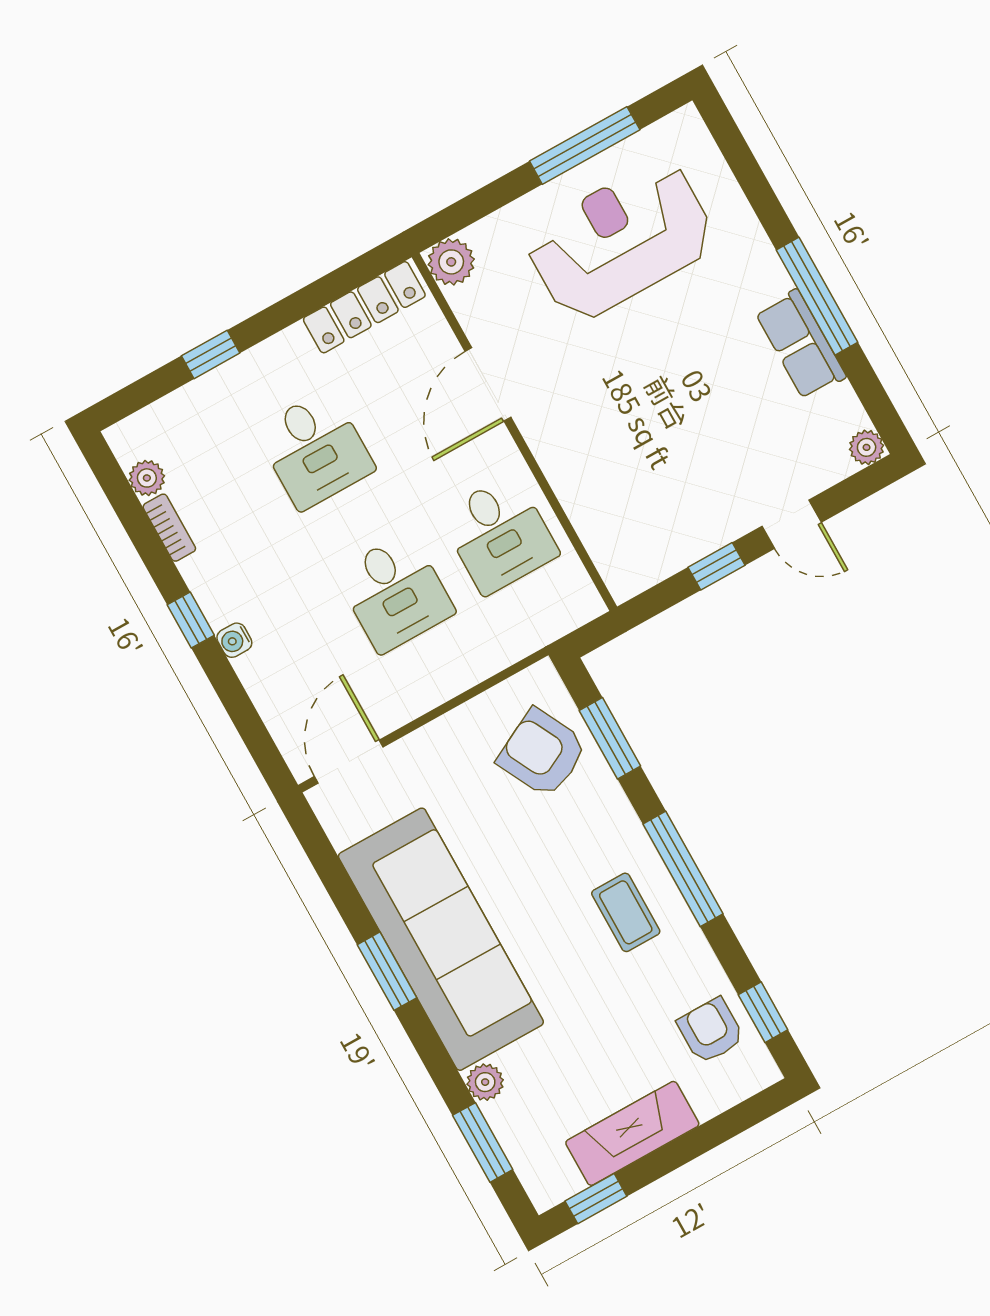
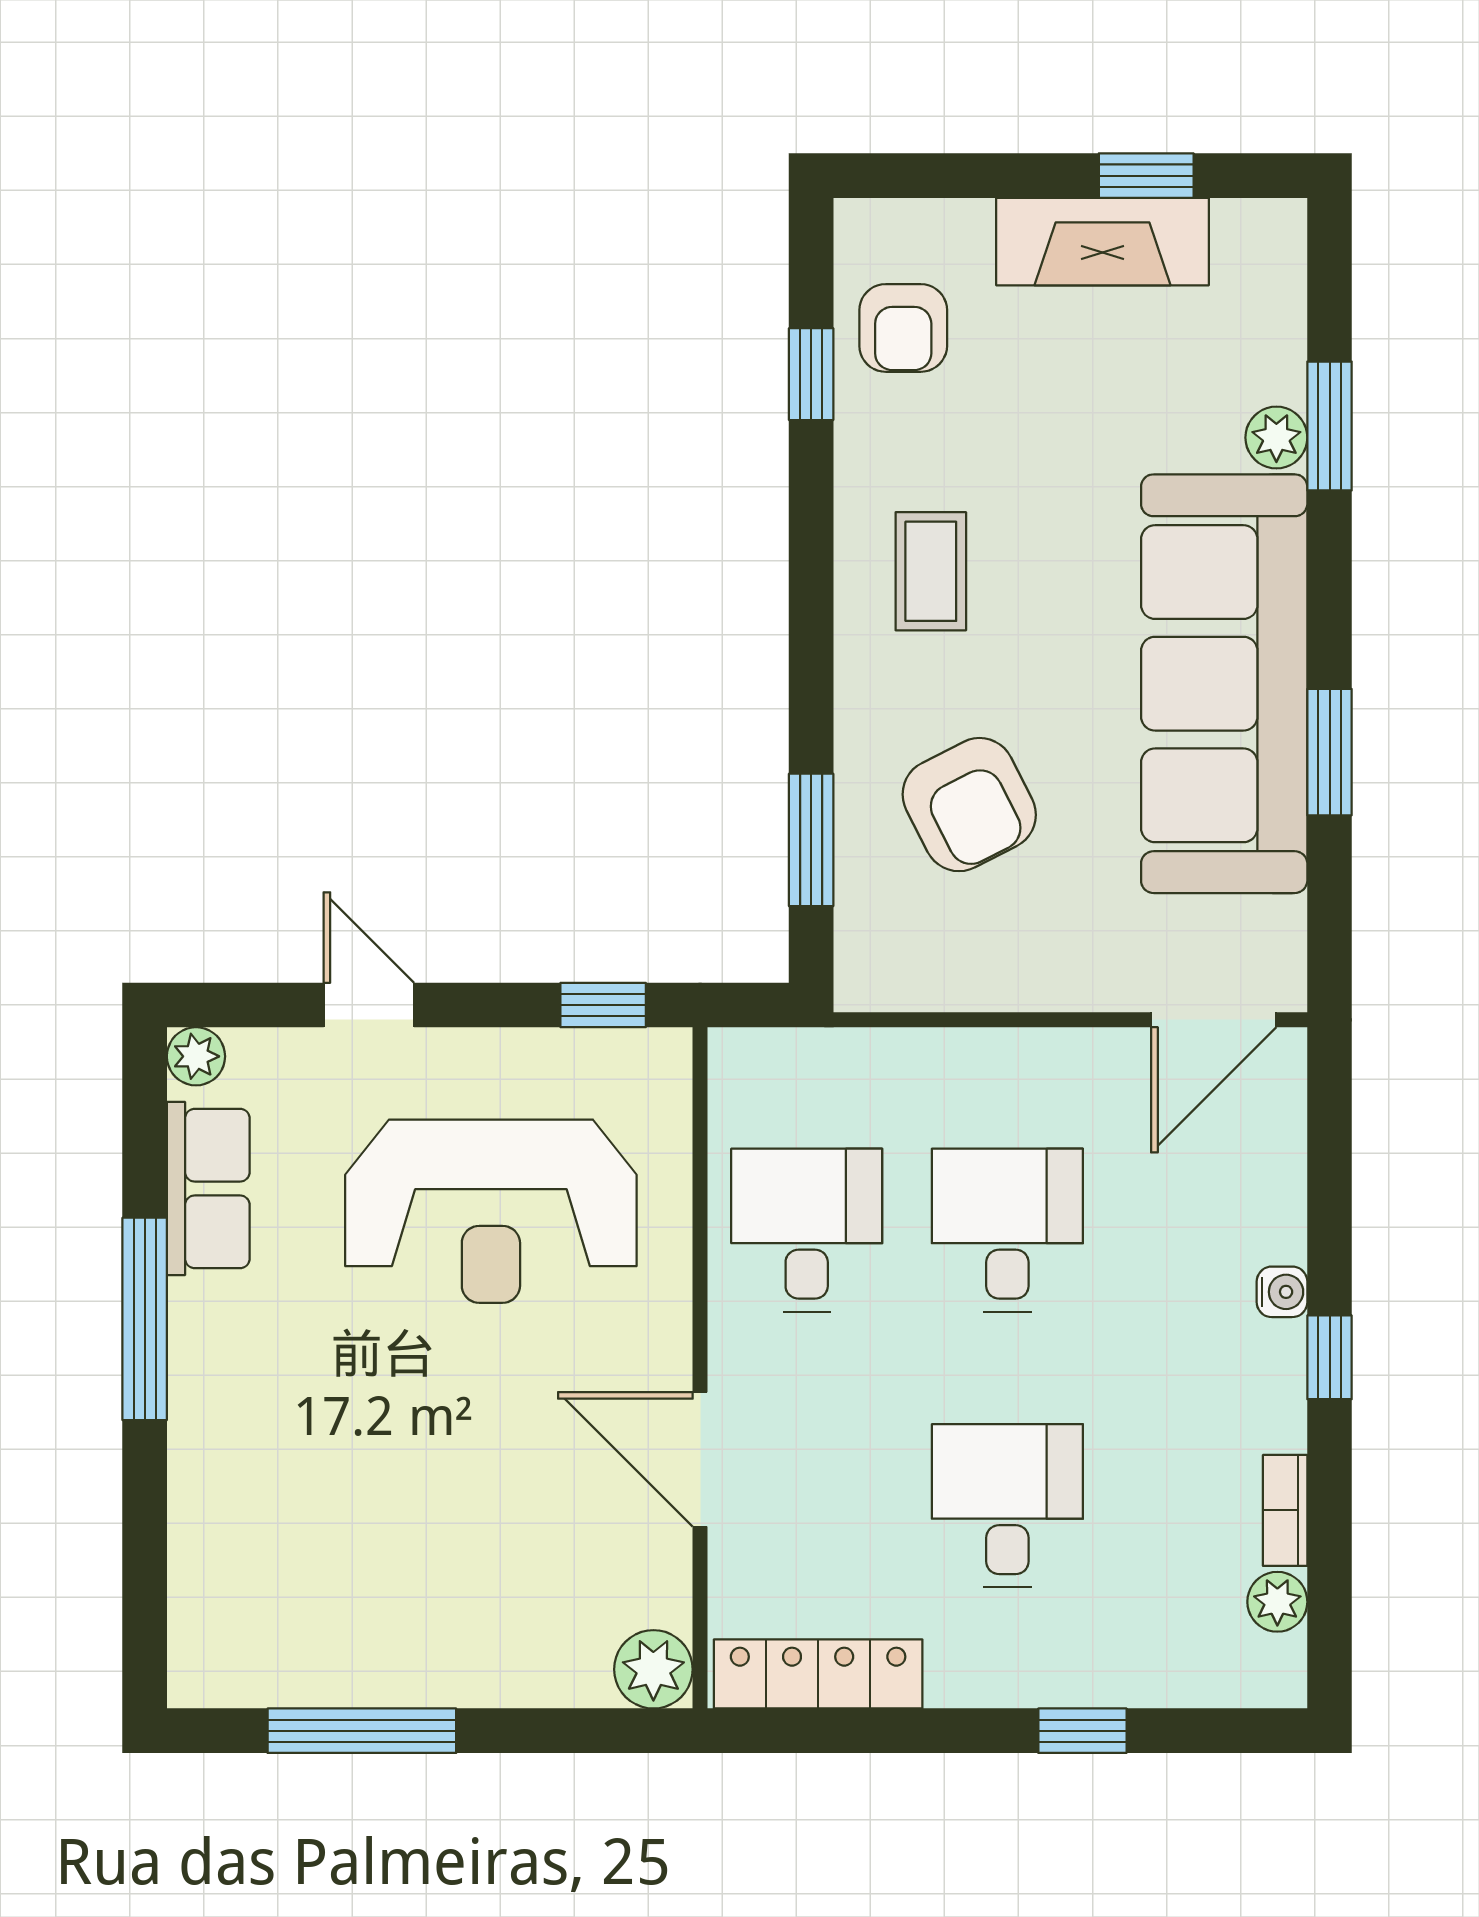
reception desk: (620, 240) -> (491, 1211), moved
row of seats: (801, 344) -> (208, 1188), moved
door: (488, 384) -> (700, 1459), swing flipped
window: (717, 566) -> (603, 1005), moved
armchair: (542, 753) -> (969, 805), moved
window: (683, 869) -> (811, 588), removed
window: (387, 971) -> (1330, 752), moved
window: (763, 1012) -> (811, 374), moved
window: (483, 1142) -> (1330, 426), moved
window: (596, 1199) -> (1146, 176), moved

